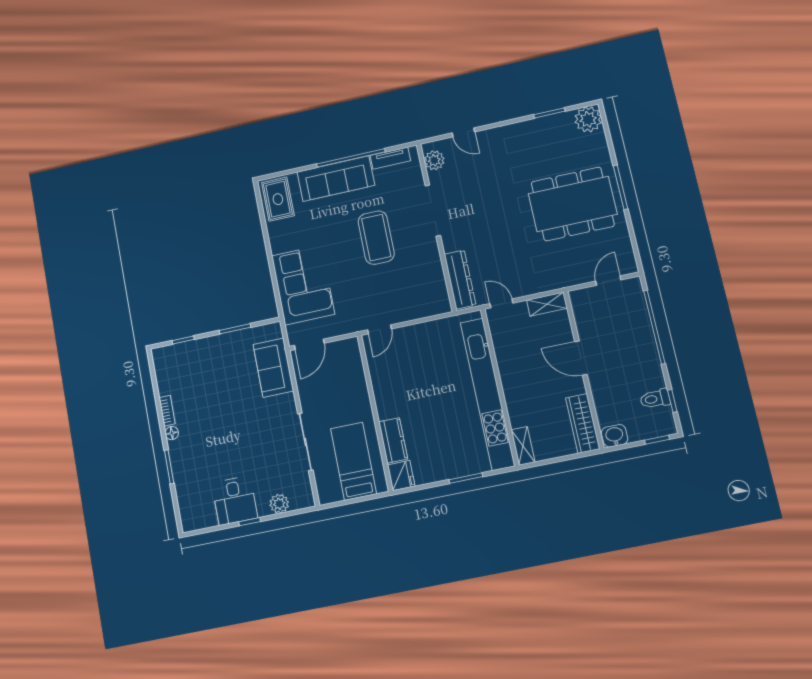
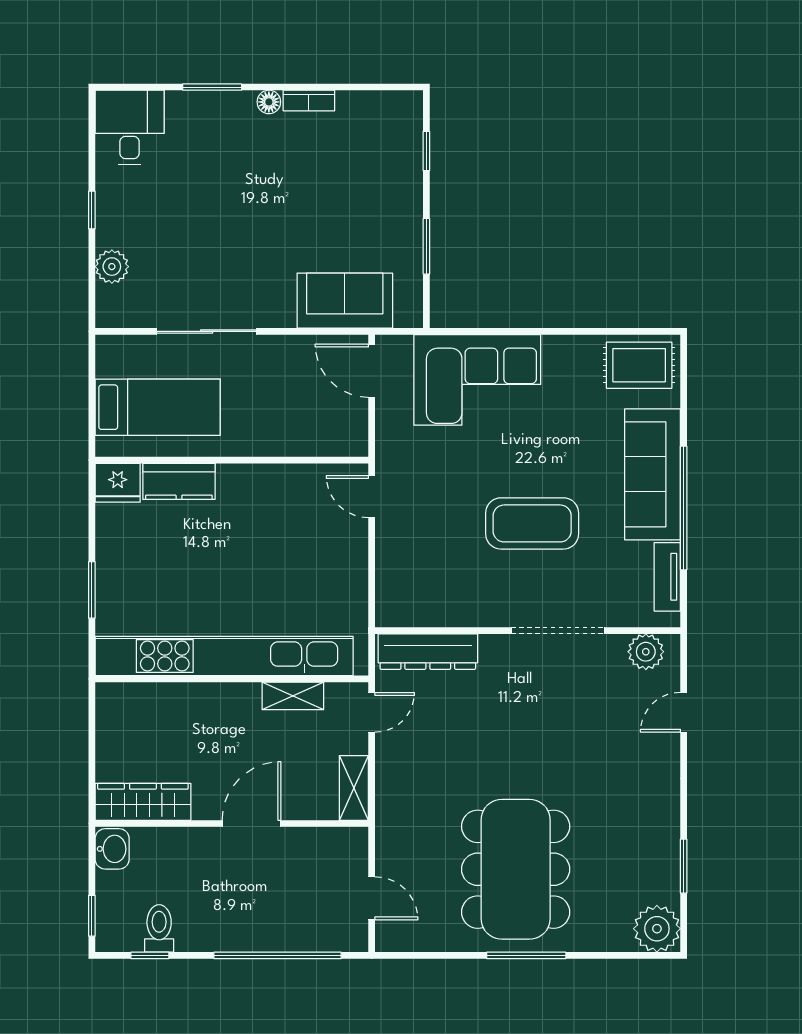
shelving: (523, 446) -> (293, 696), moved
desk: (235, 501) -> (130, 127), moved, turned 90

